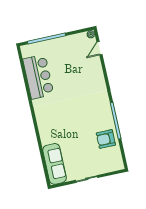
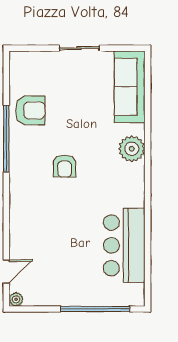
armchair: (80, 113) -> (65, 166), added
plant: (46, 130) -> (132, 149), added

